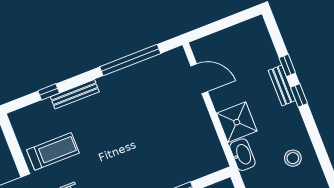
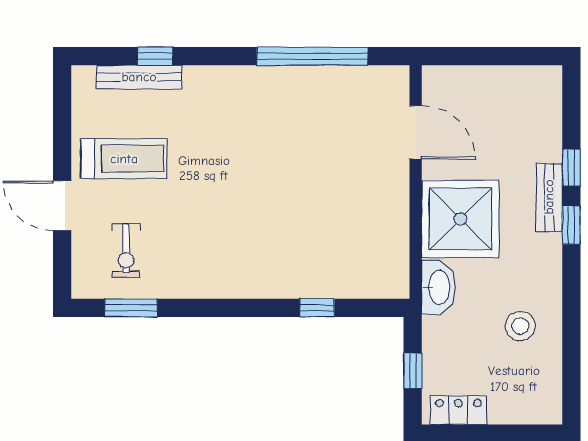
bench: (75, 94) -> (139, 77), moved
shower: (237, 122) -> (460, 219), width x1.37, depth x1.37

